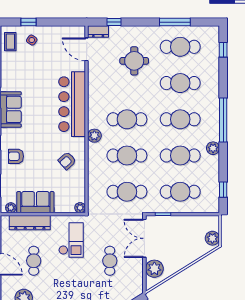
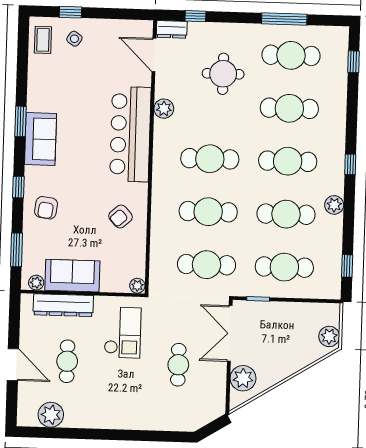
window: (223, 120) -> (350, 164), width x0.32
plant: (94, 136) -> (164, 109), moved
armchair: (16, 156) -> (46, 208), turned -82

